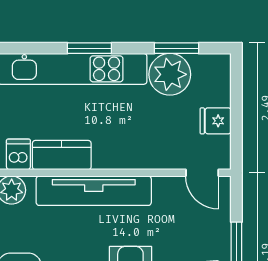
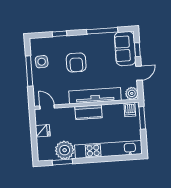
window: (89, 48) -> (101, 159), removed
kitchen counter: (62, 155) -> (88, 112), moved

